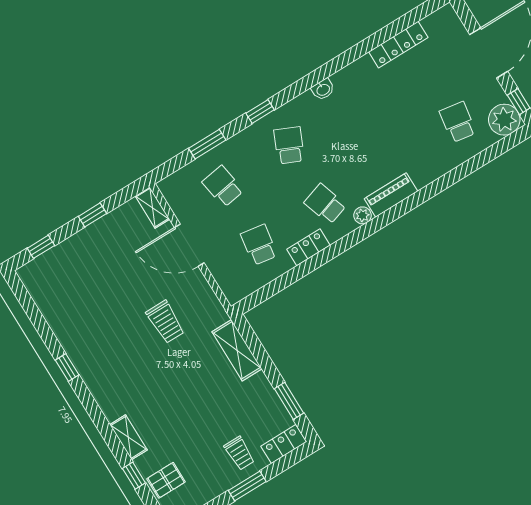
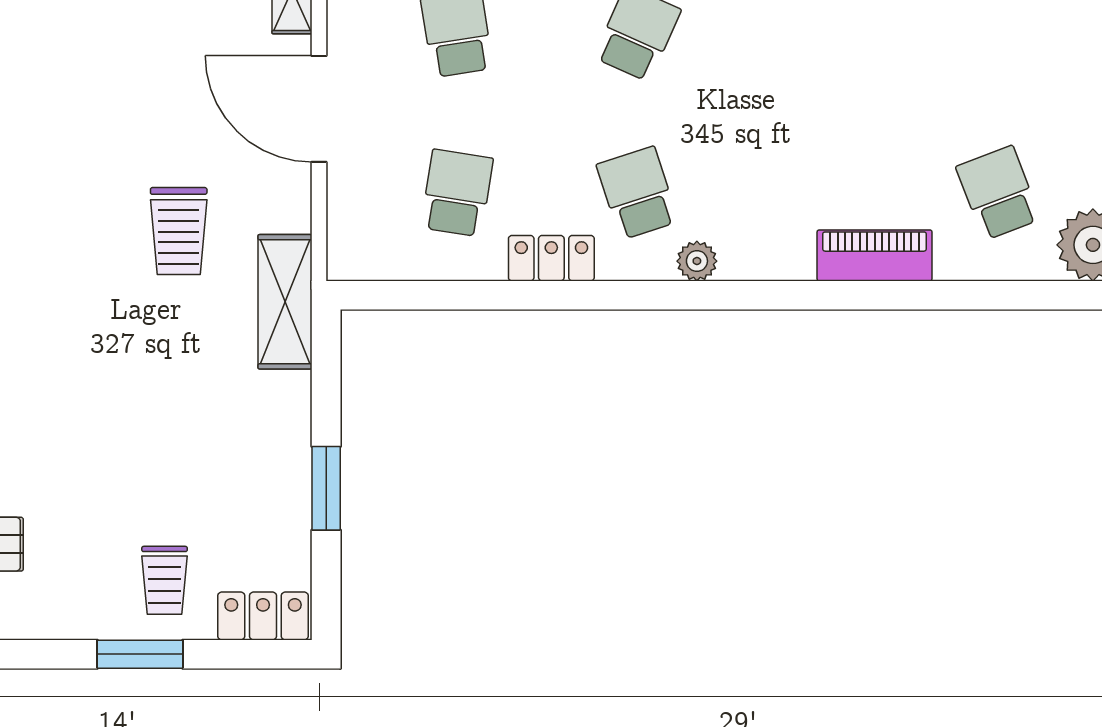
school desk: (458, 122) -> (998, 193), turned -30
piano: (391, 195) -> (875, 255), moved
shelving: (237, 350) -> (285, 302), moved
window: (289, 401) -> (326, 488), moved

